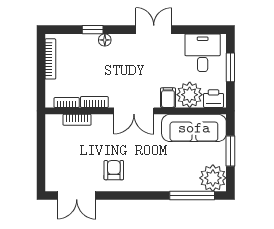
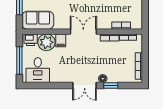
double door: (154, 30) -> (85, 86), moved
window: (230, 67) -> (19, 60), width x1.44
sofa: (194, 128) -> (38, 20), width x0.73

